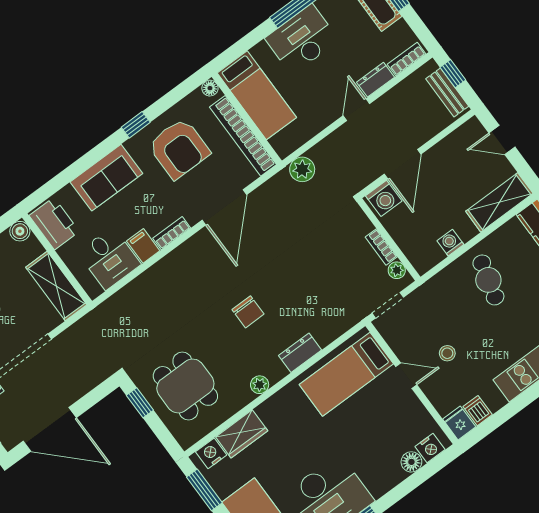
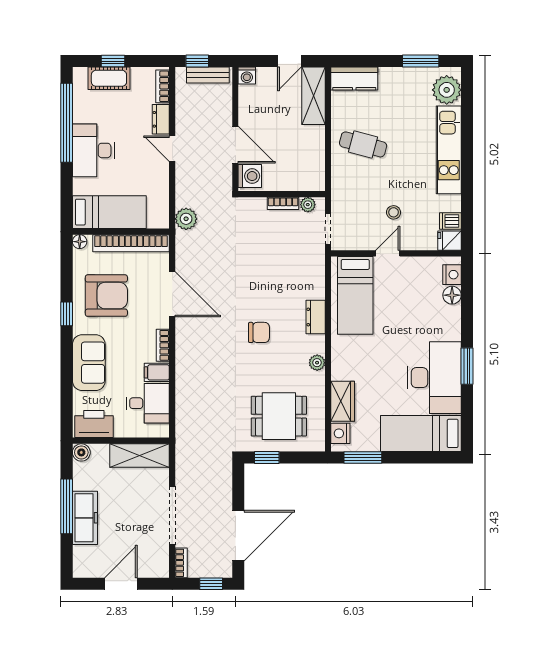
door: (502, 140) -> (289, 61), moved
washing machine: (450, 243) -> (247, 76), moved, turned -90

